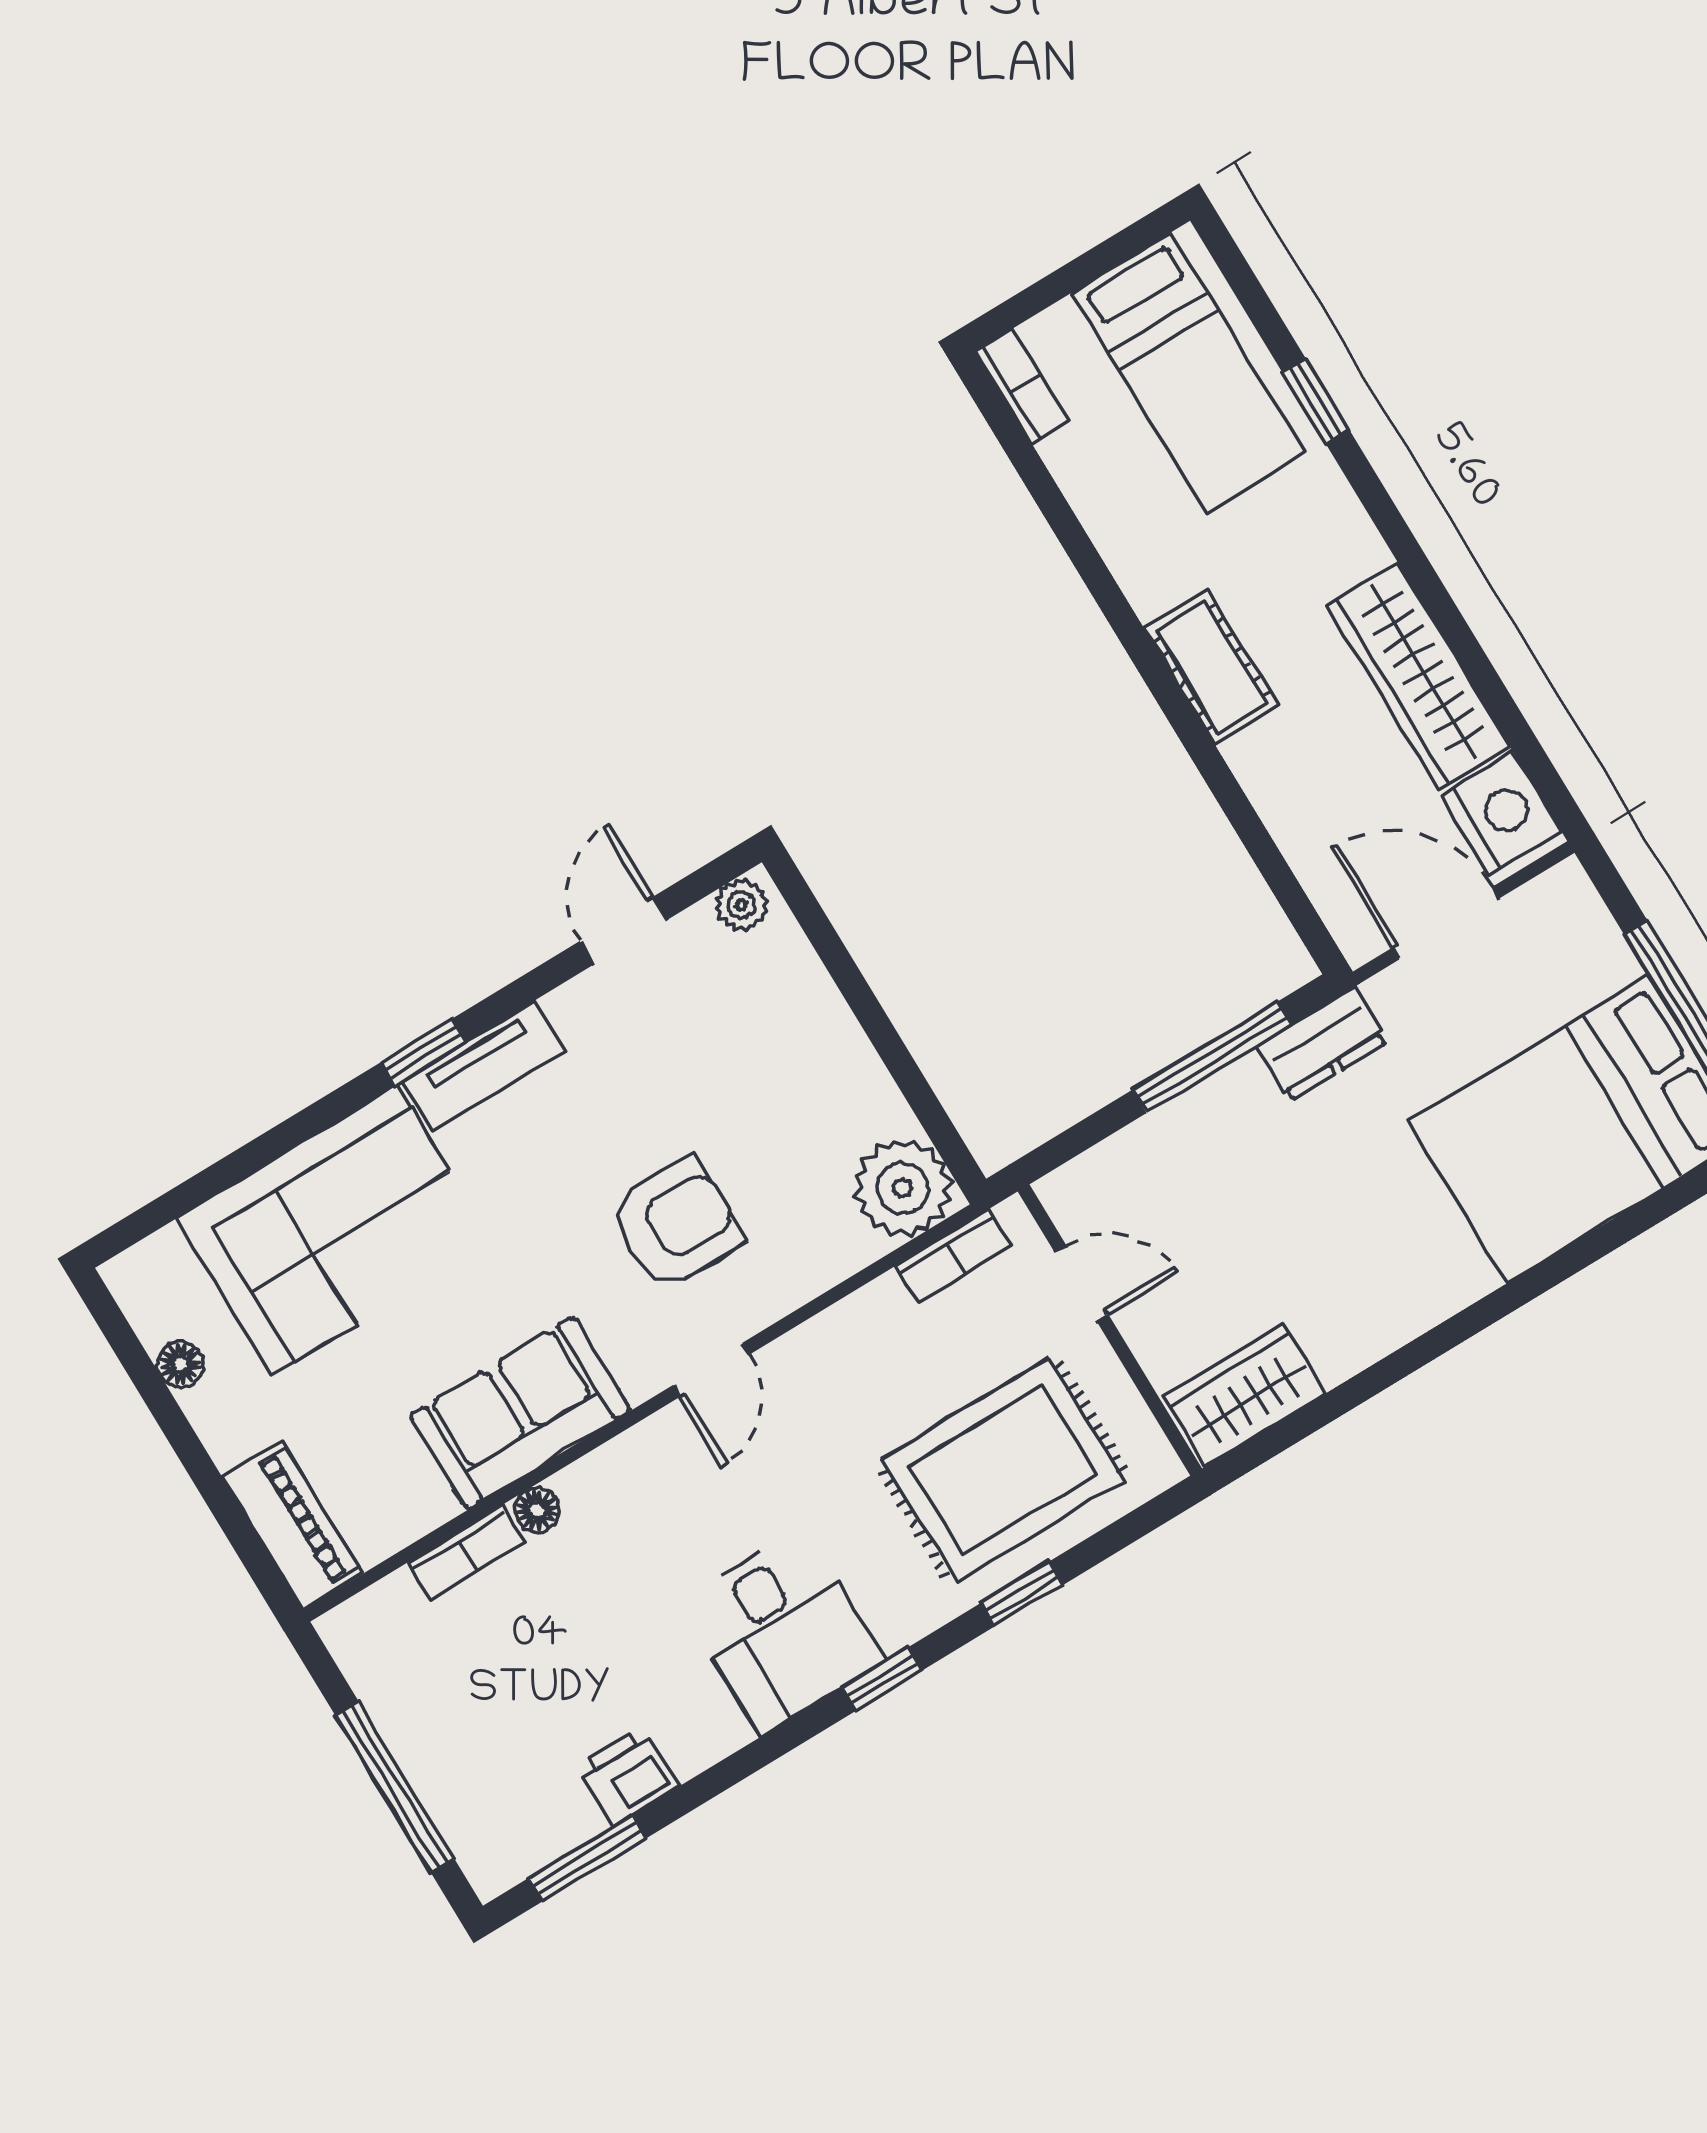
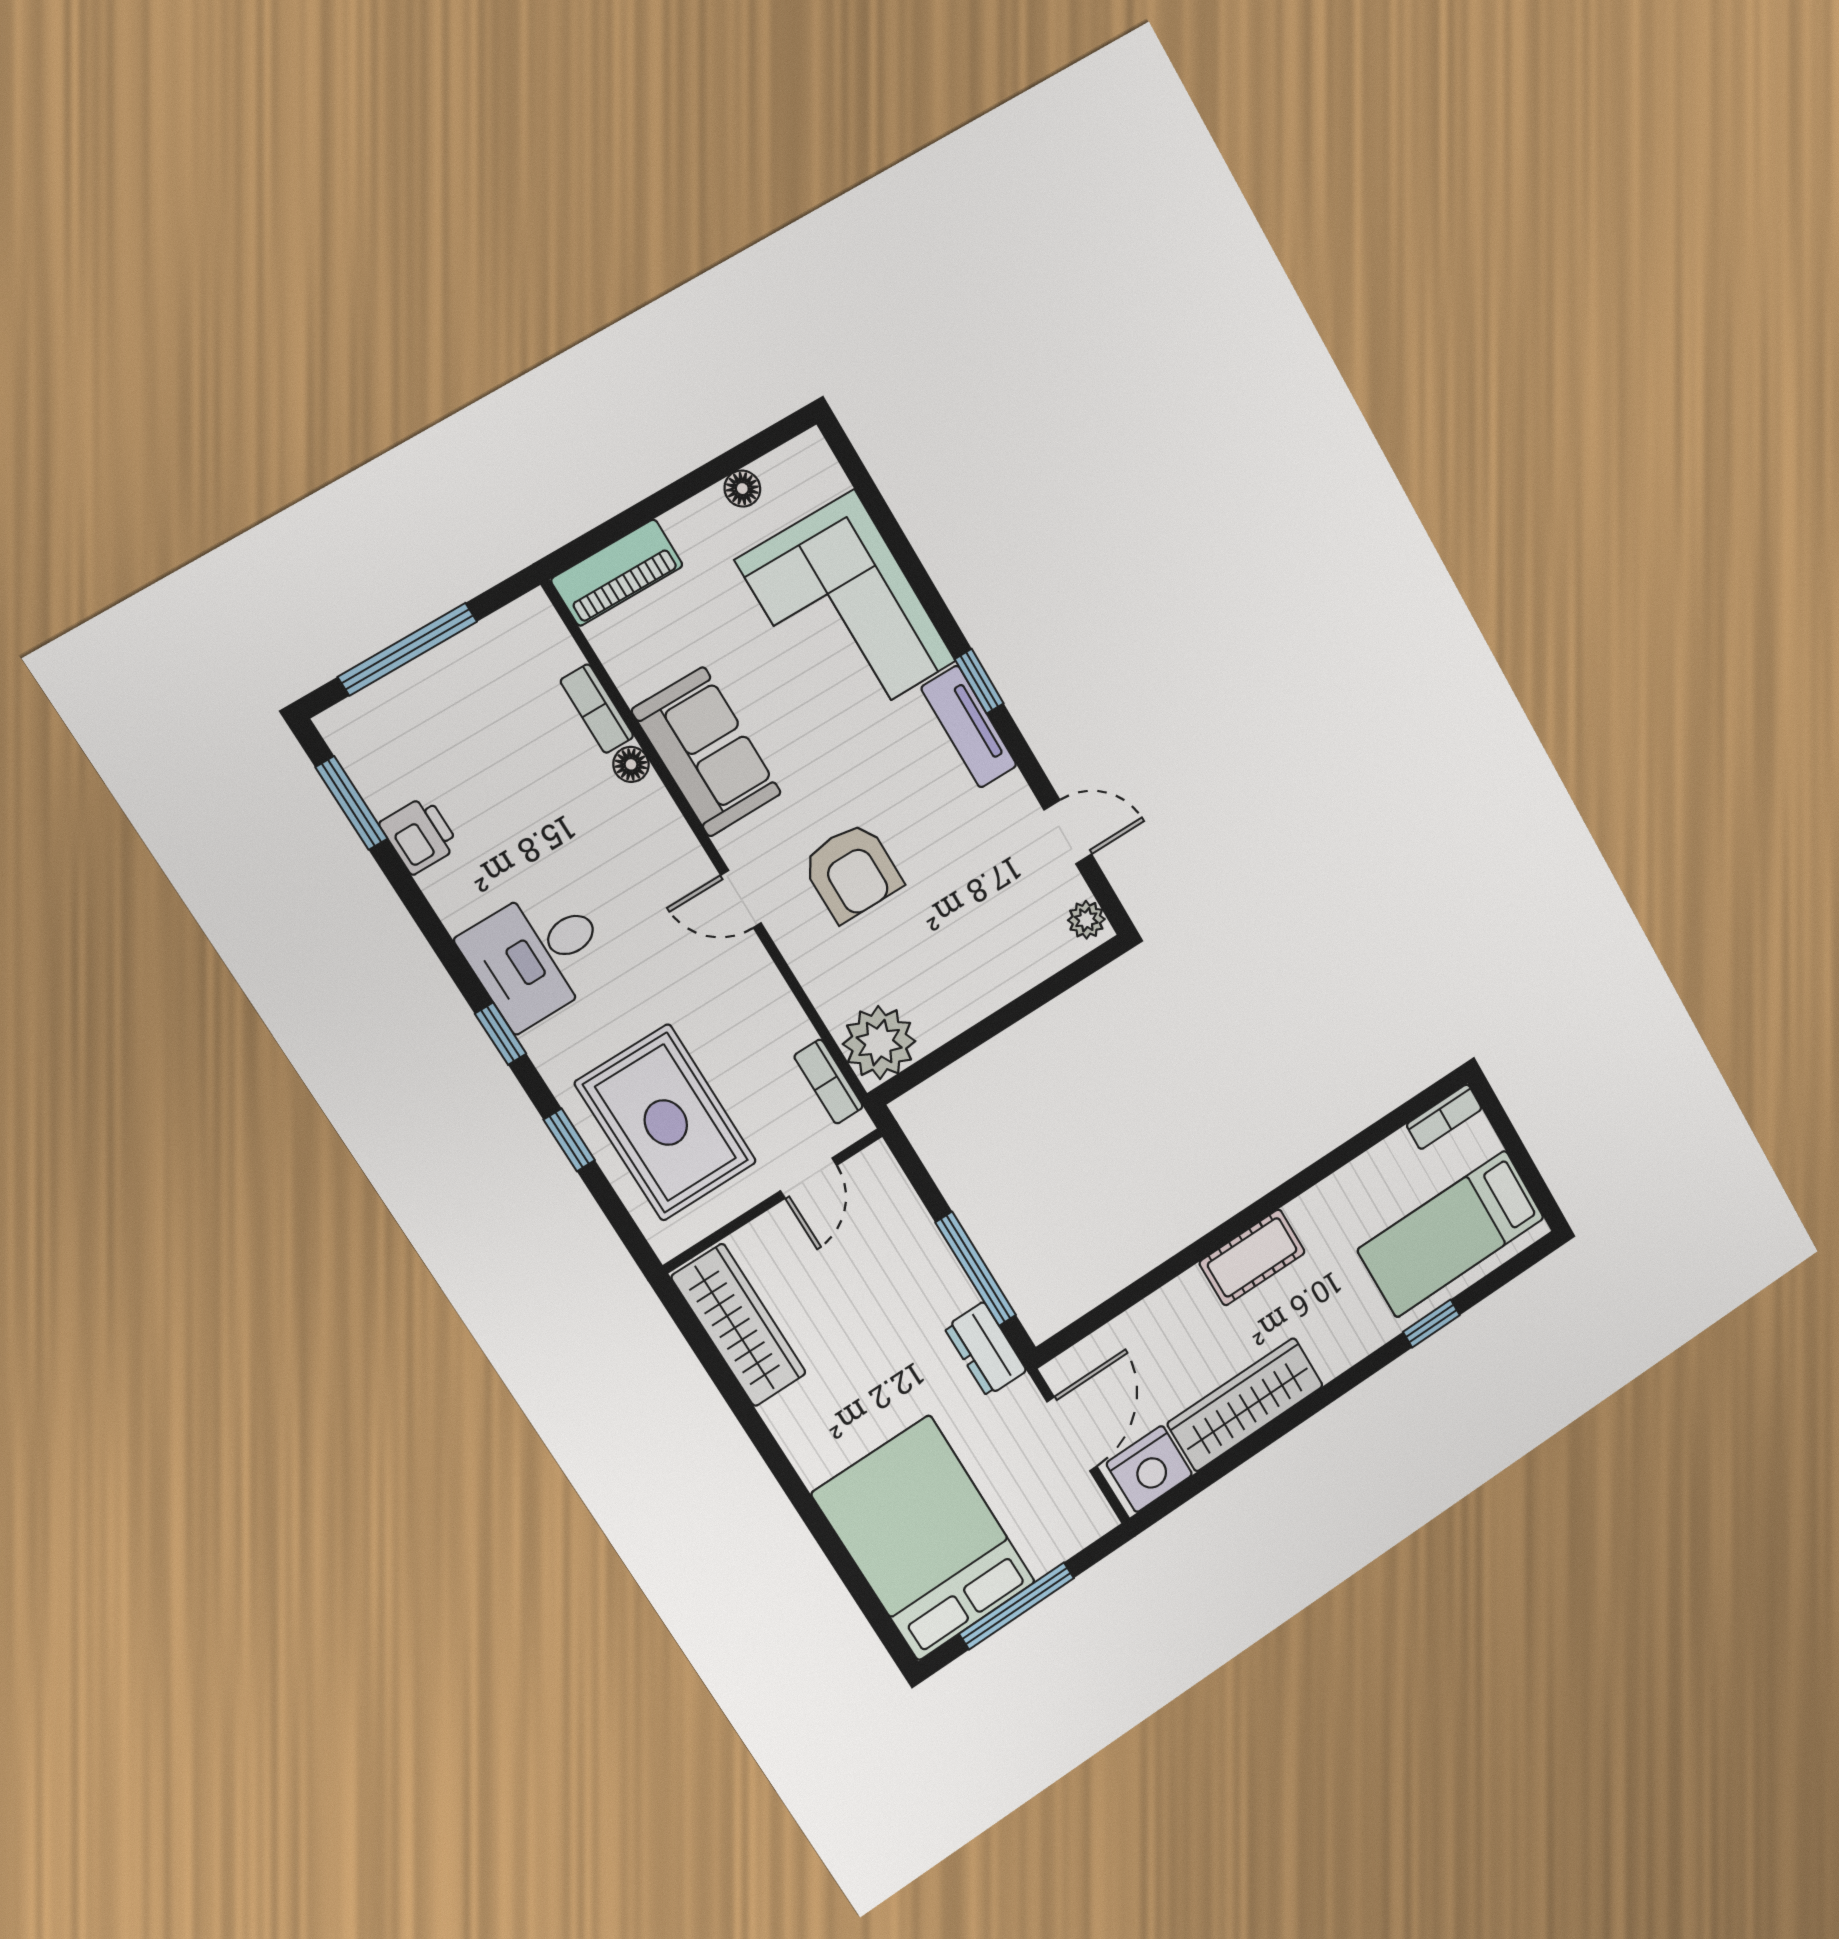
wardrobe: (1245, 1395) -> (739, 1325), width x1.50

